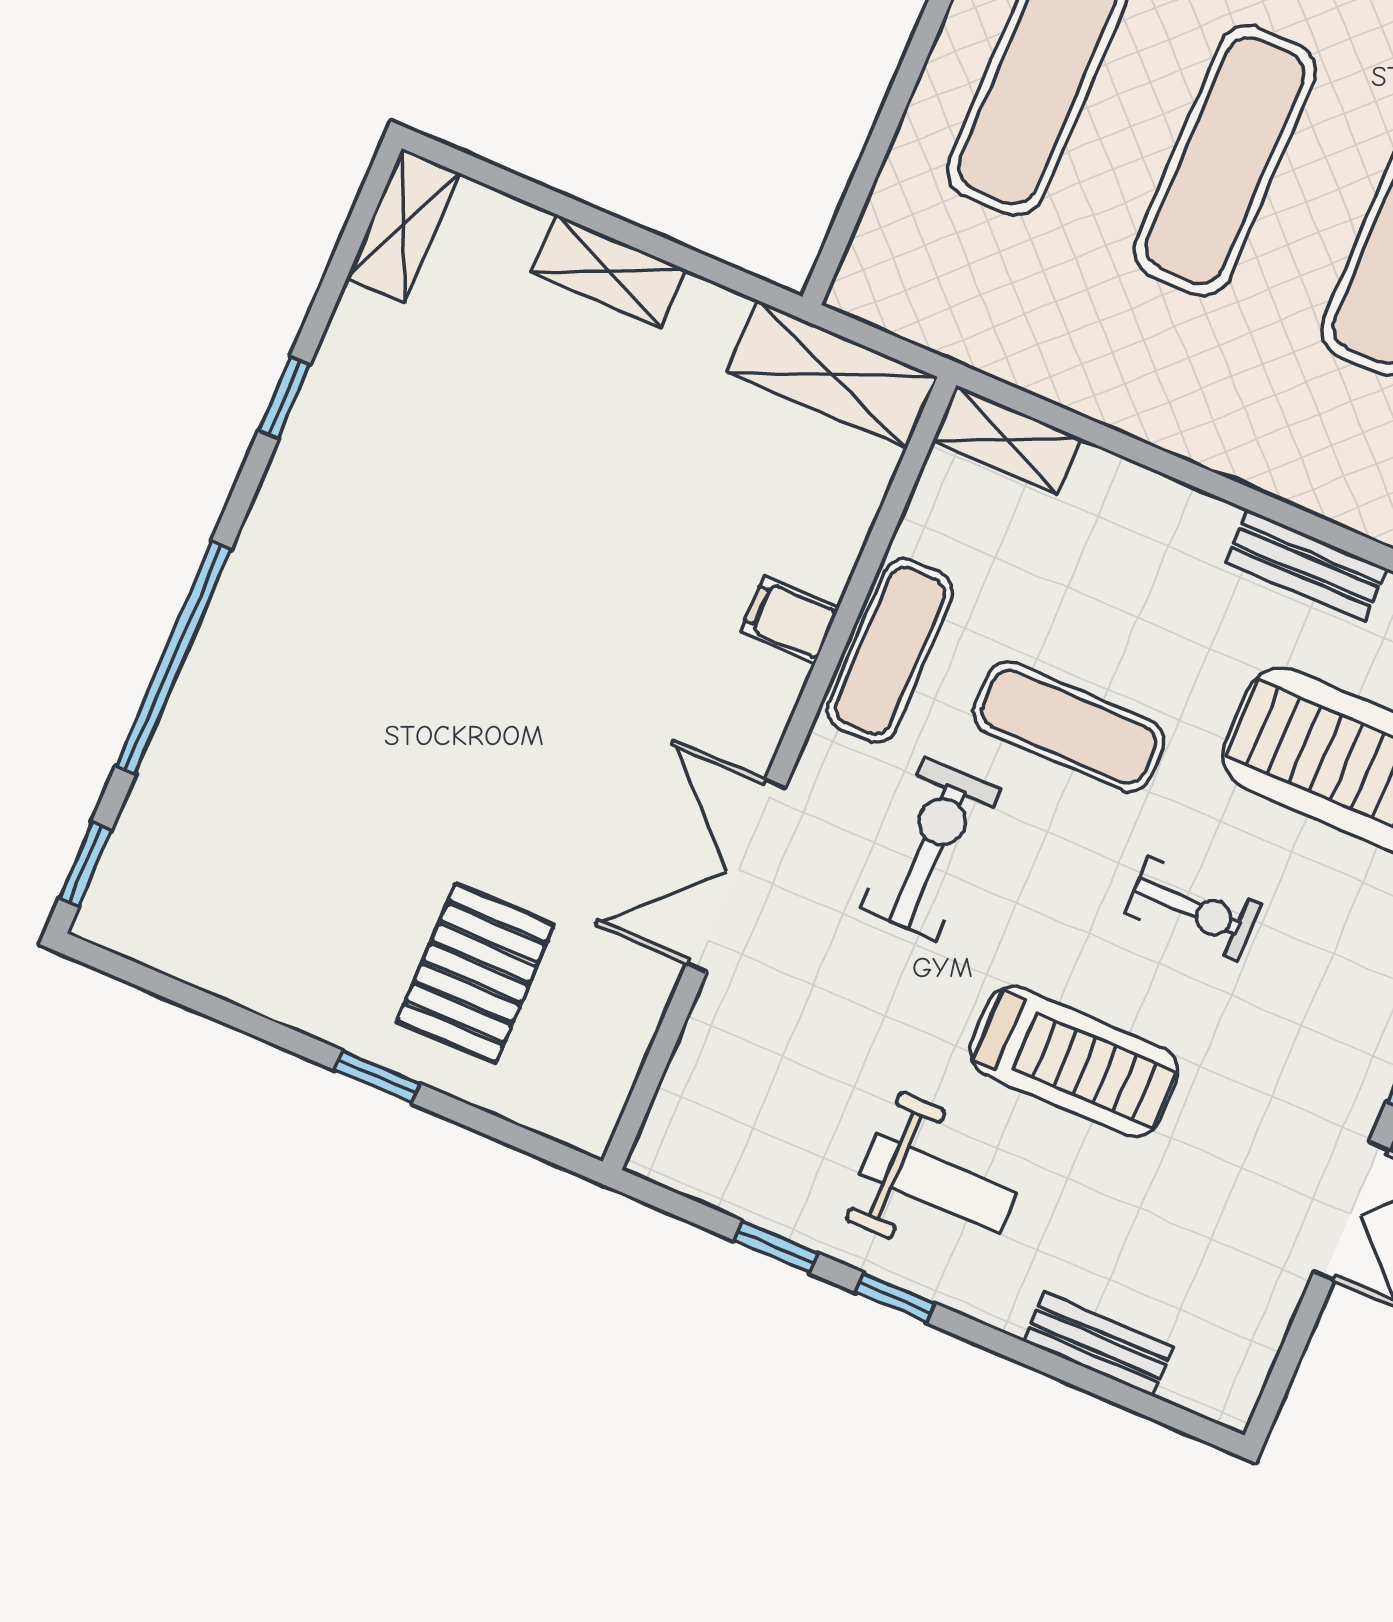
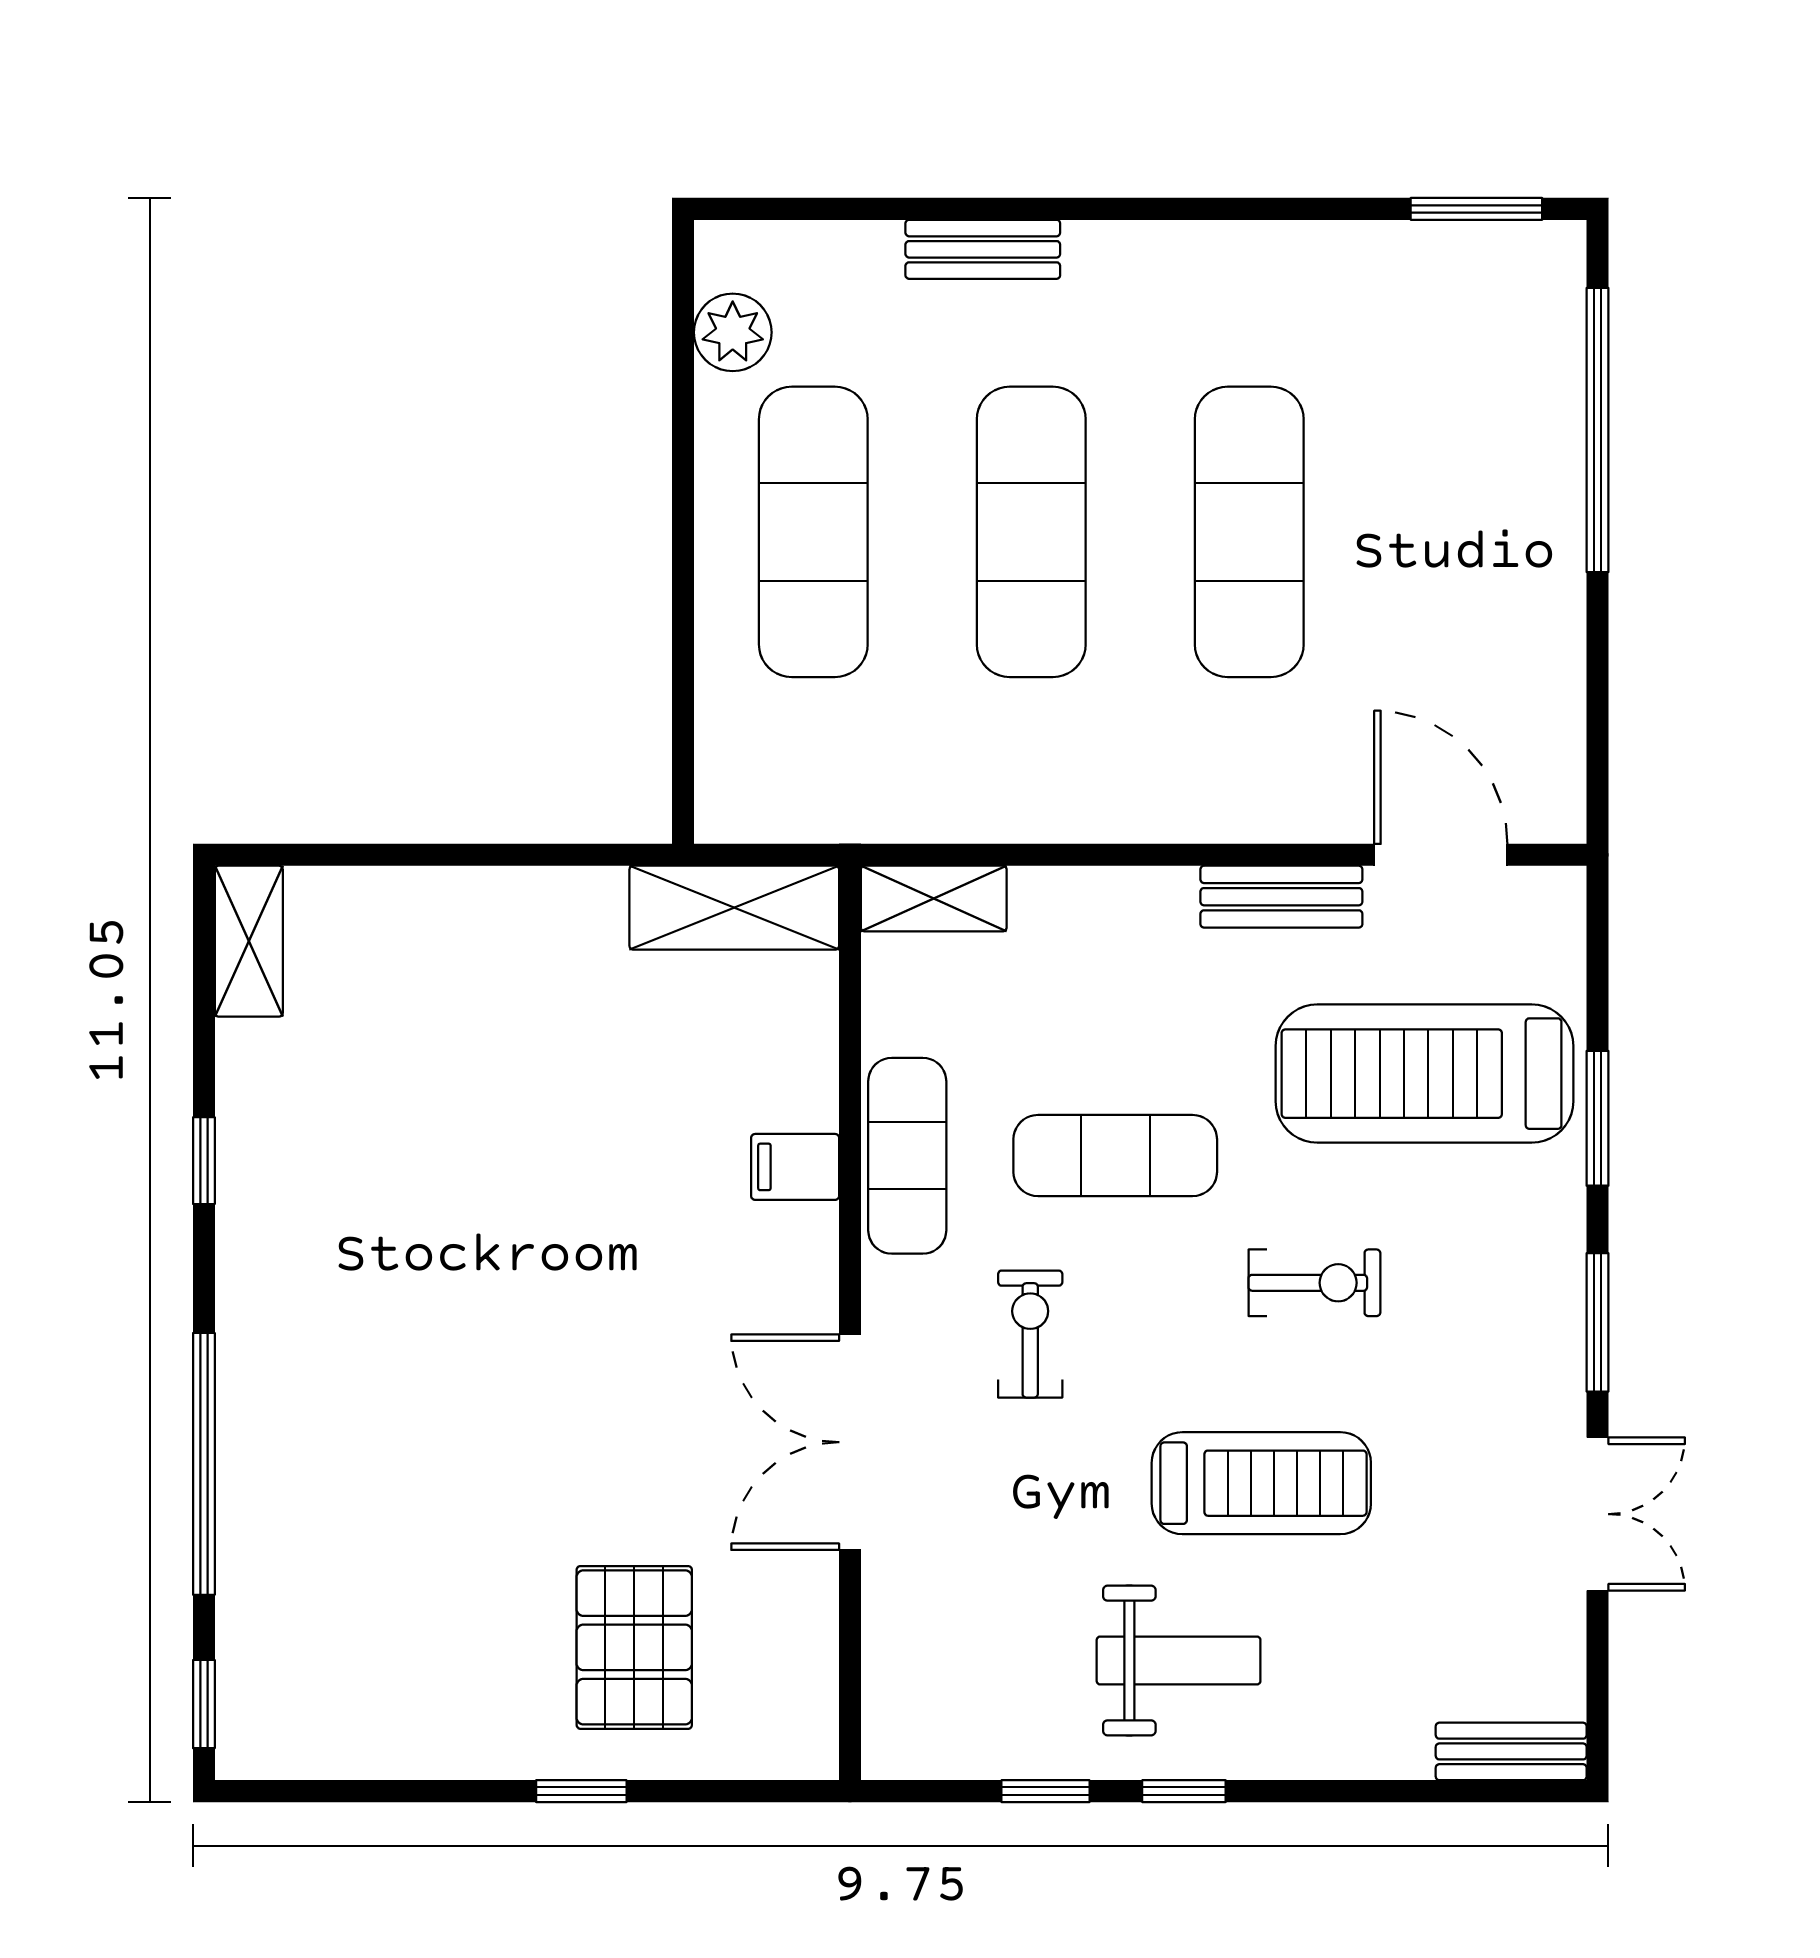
shelving: (609, 271) -> (471, 900), removed
exercise bike: (930, 849) -> (1030, 1334), width x0.73, depth x0.72
bench: (1098, 1344) -> (1511, 1751), moved

